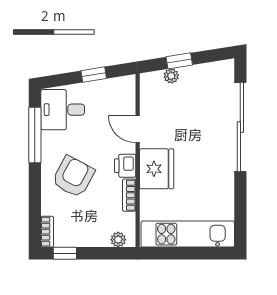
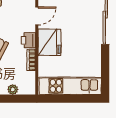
door: (138, 129) -> (37, 16), swing flipped
plant: (118, 240) -> (13, 89), moved

